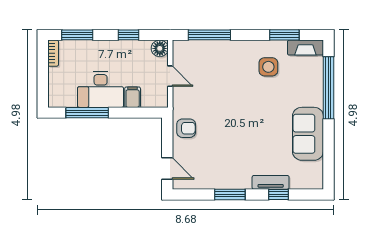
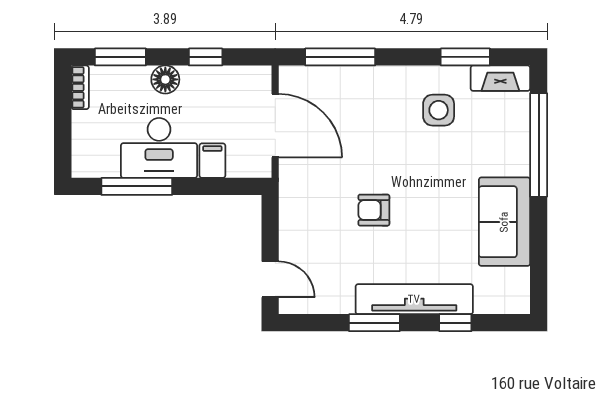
floor lamp: (160, 48) -> (165, 79), moved
door: (170, 76) -> (275, 126), width x1.87
armchair: (186, 128) -> (374, 210), moved, turned 180
tv unit: (271, 182) -> (414, 299), width x1.92, depth x1.29

